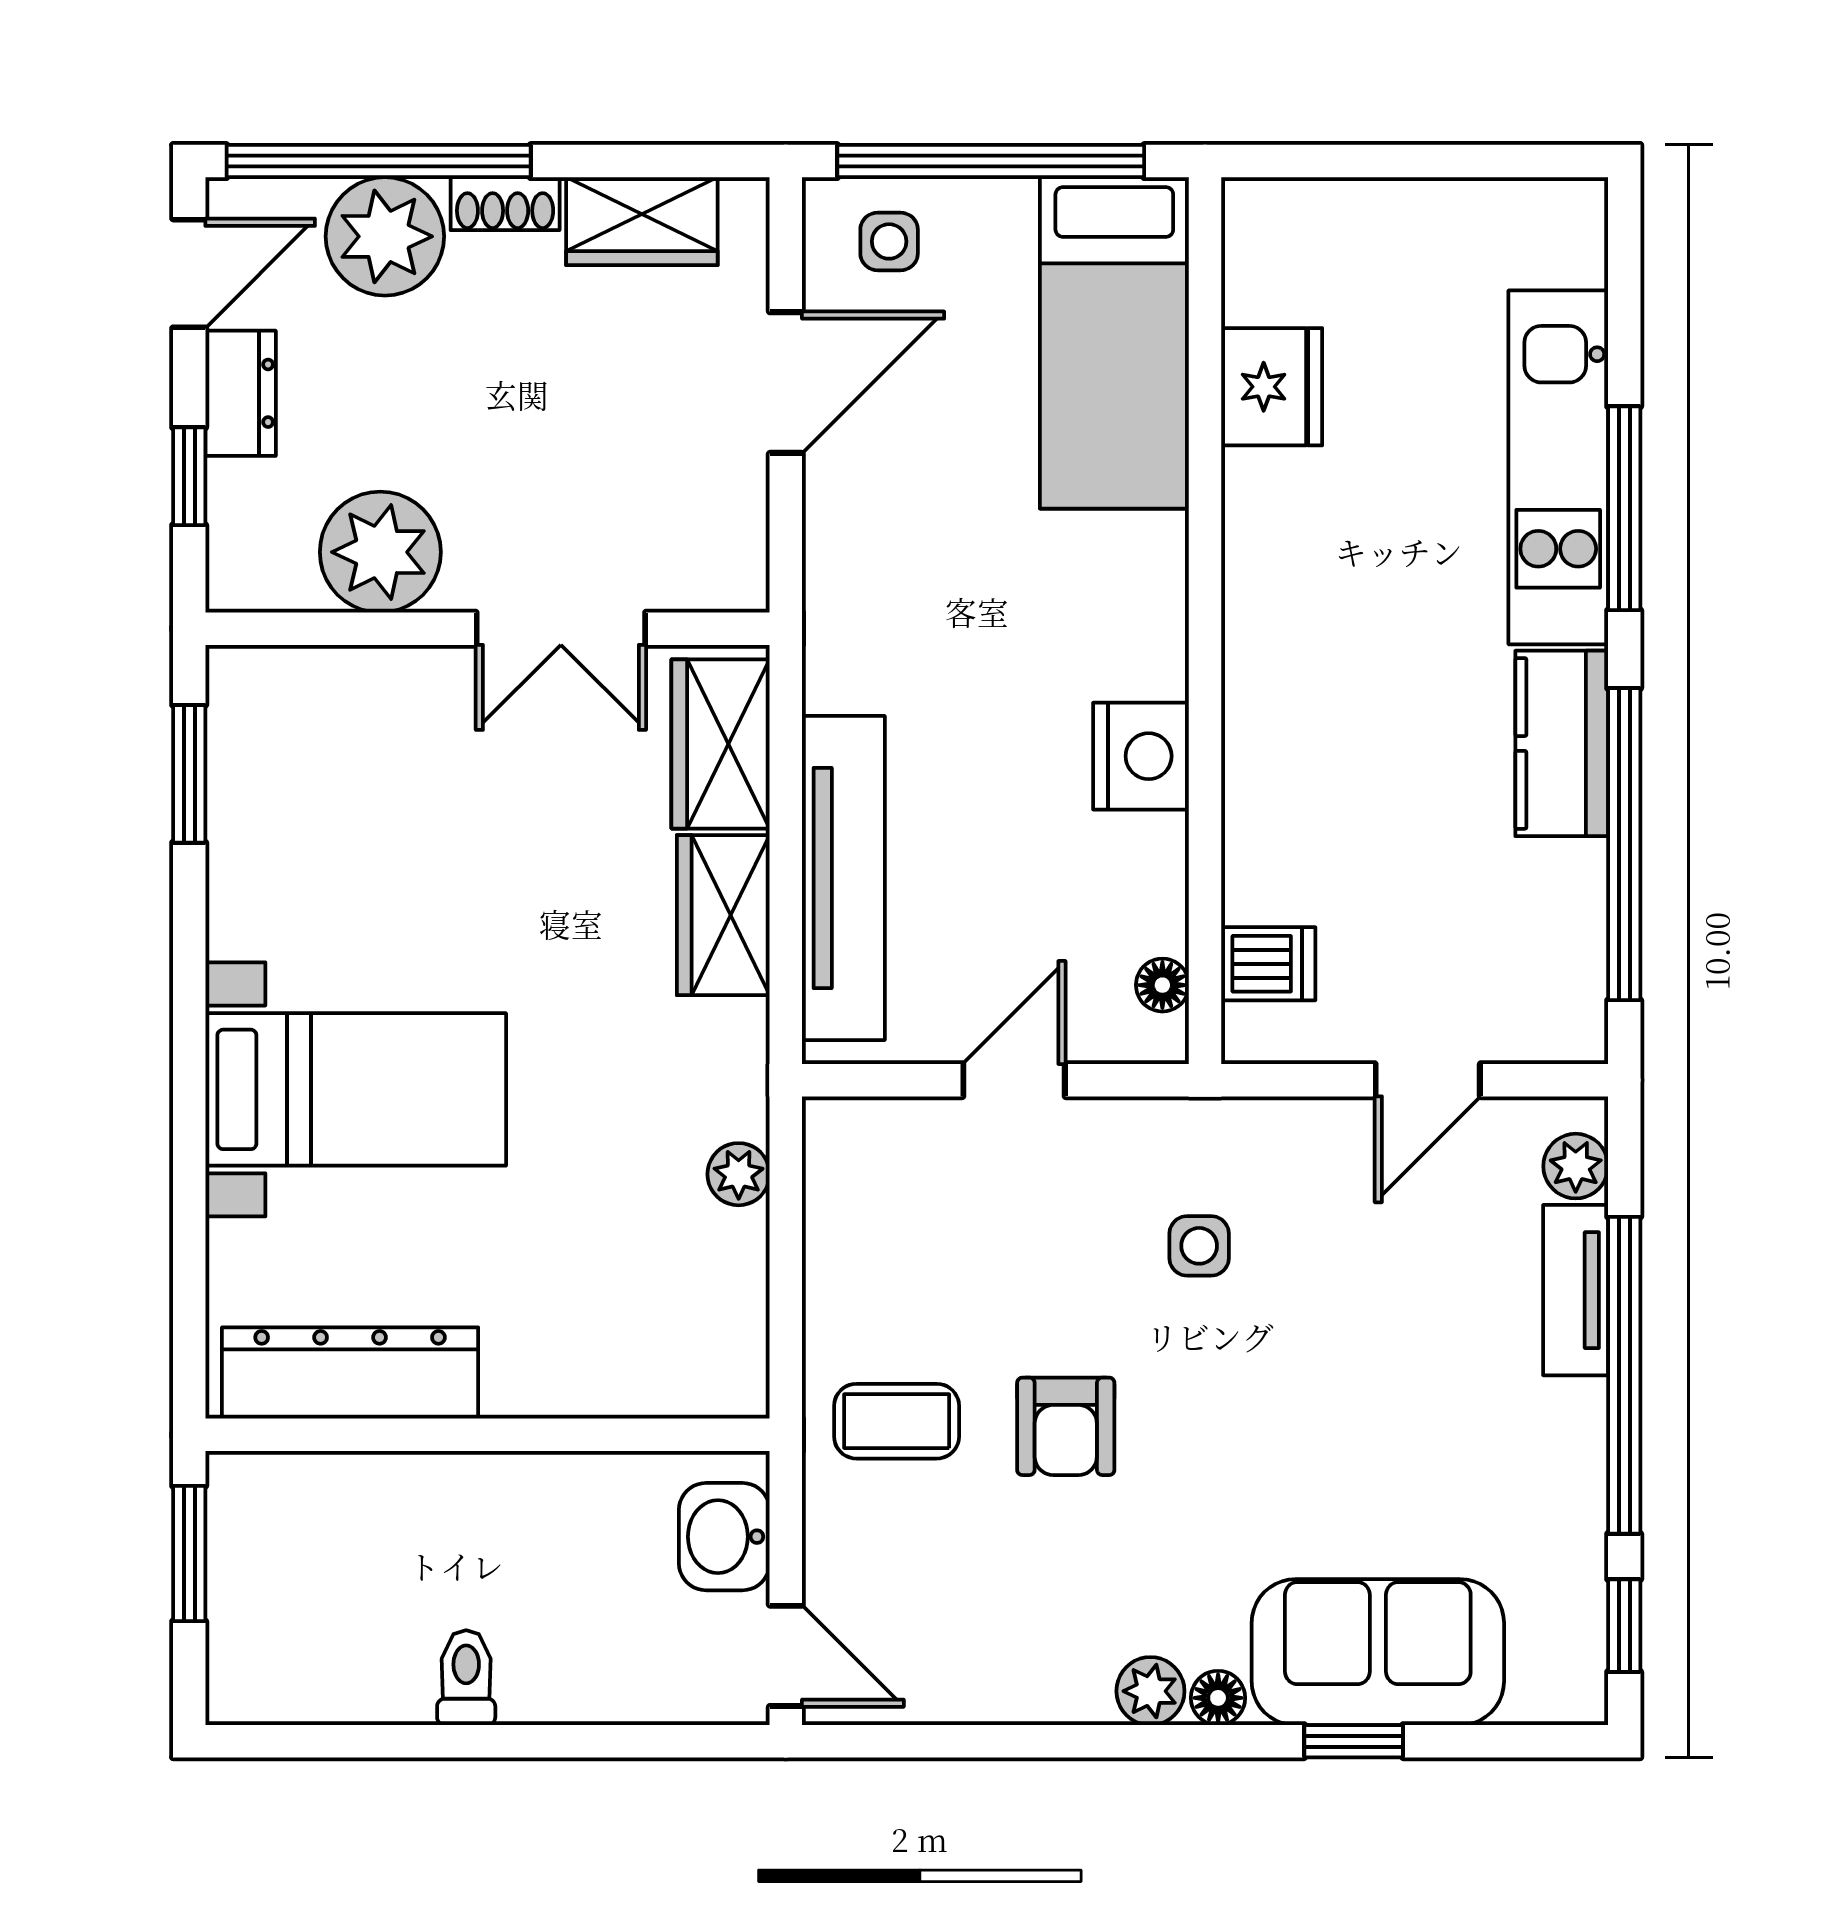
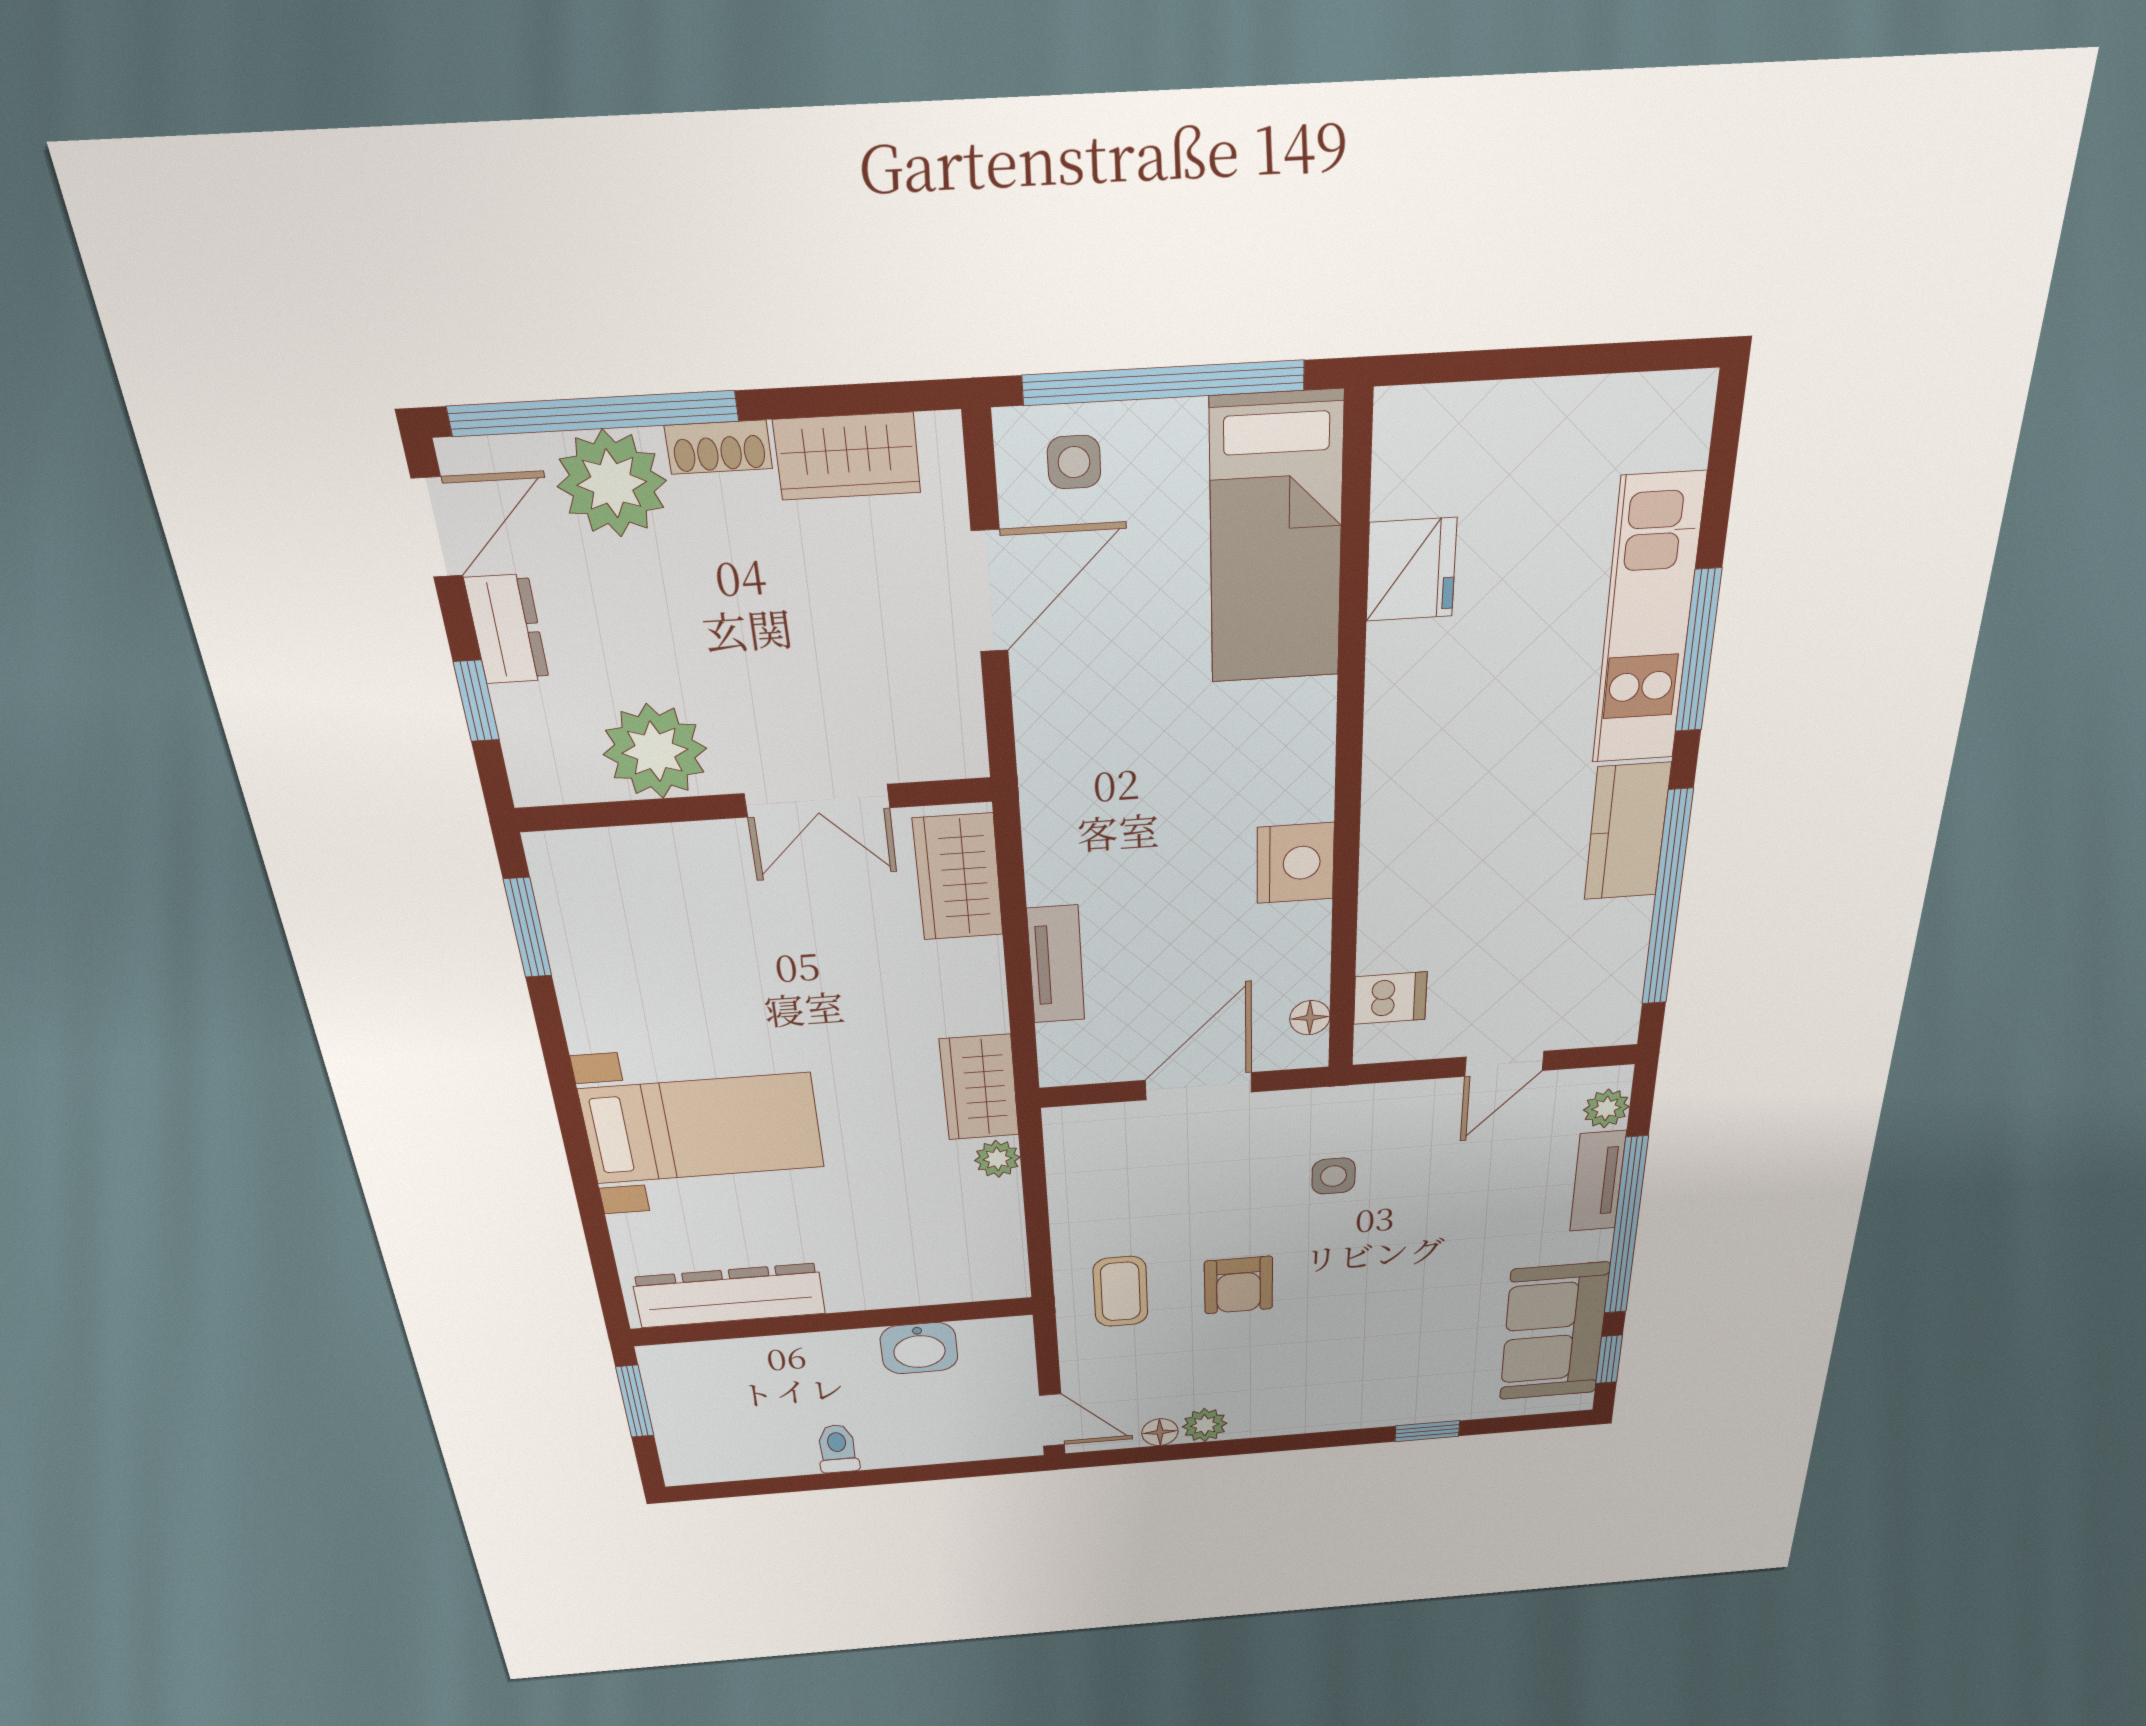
tv unit: (843, 878) -> (1056, 965), width x0.52, depth x0.78
wardrobe: (723, 915) -> (979, 1087), moved
door: (1014, 1080) -> (1199, 1086), width x1.38
coffee table: (897, 1421) -> (1121, 1291), turned 90
washbasin: (724, 1537) -> (919, 1348), moved, turned -90
sofa: (1378, 1652) -> (1554, 1332), moved, turned -90
plant: (1150, 1691) -> (1205, 1425), moved
floor lamp: (1218, 1698) -> (1160, 1432), moved

